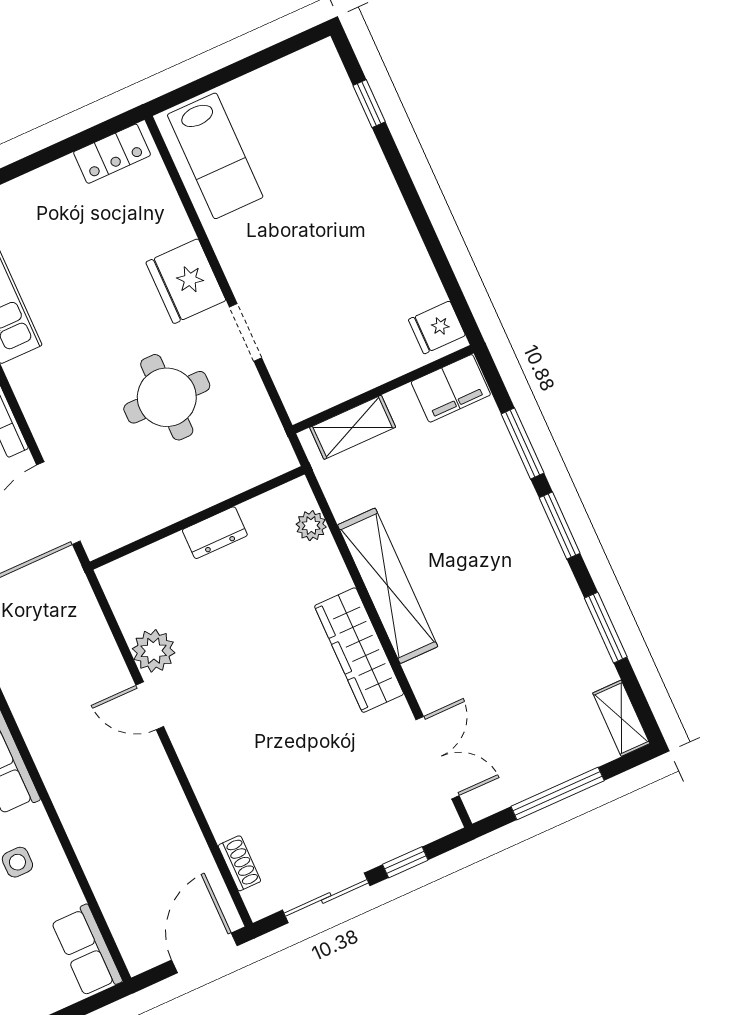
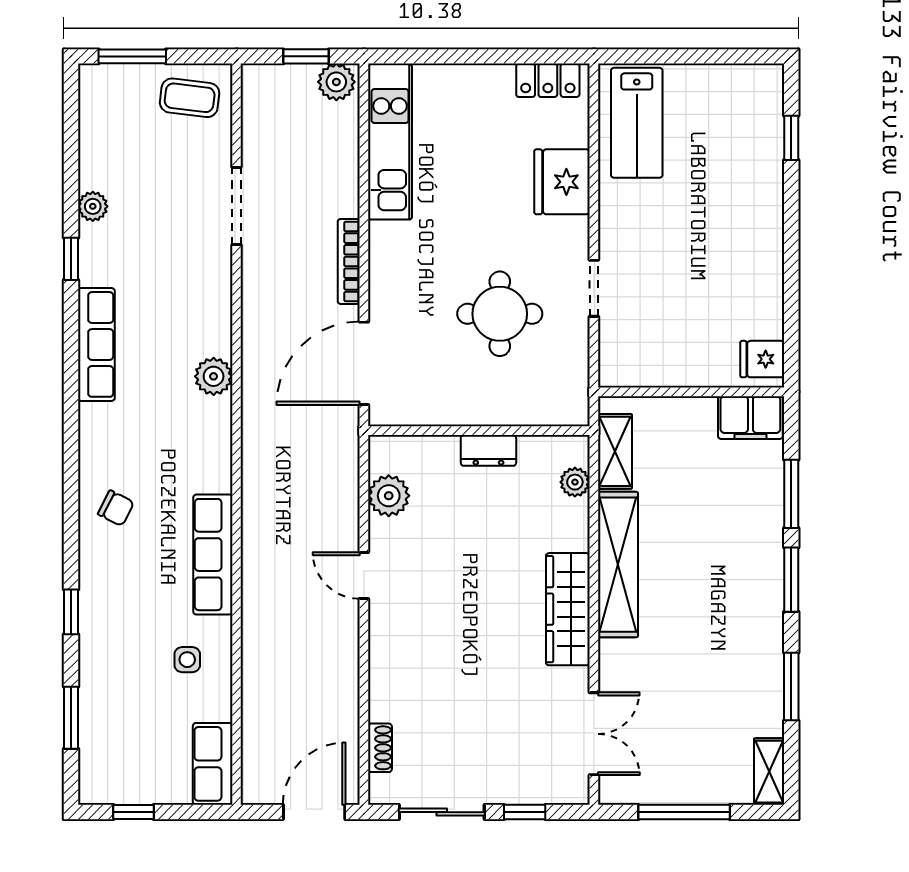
fridge: (186, 281) -> (562, 182), moved
shelving: (353, 427) -> (615, 451), moved, turned 90
plant: (154, 651) -> (389, 496), moved

